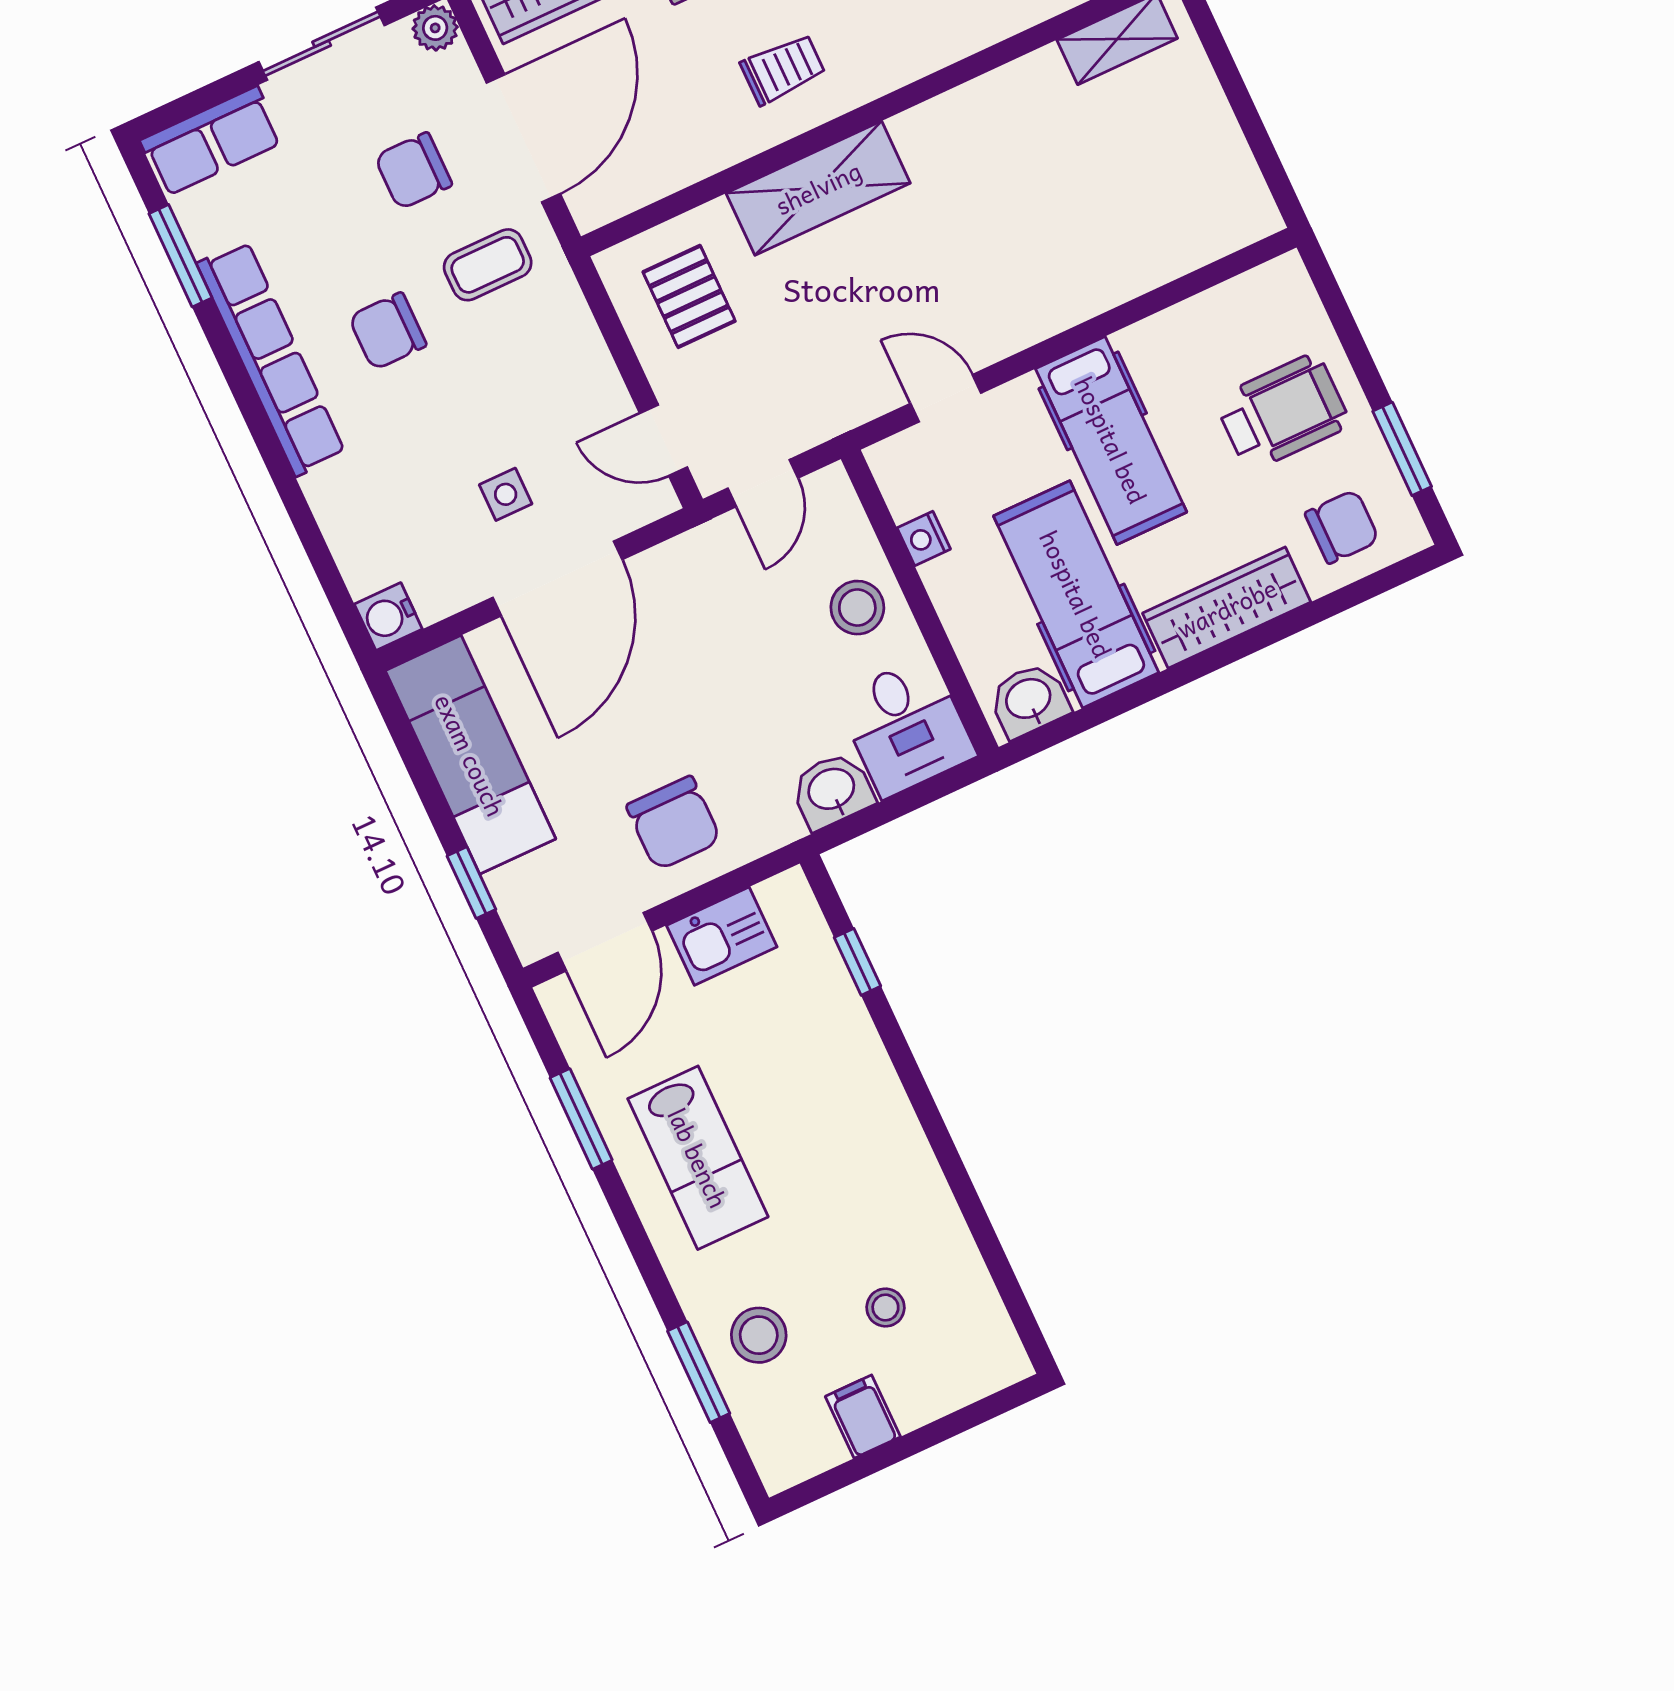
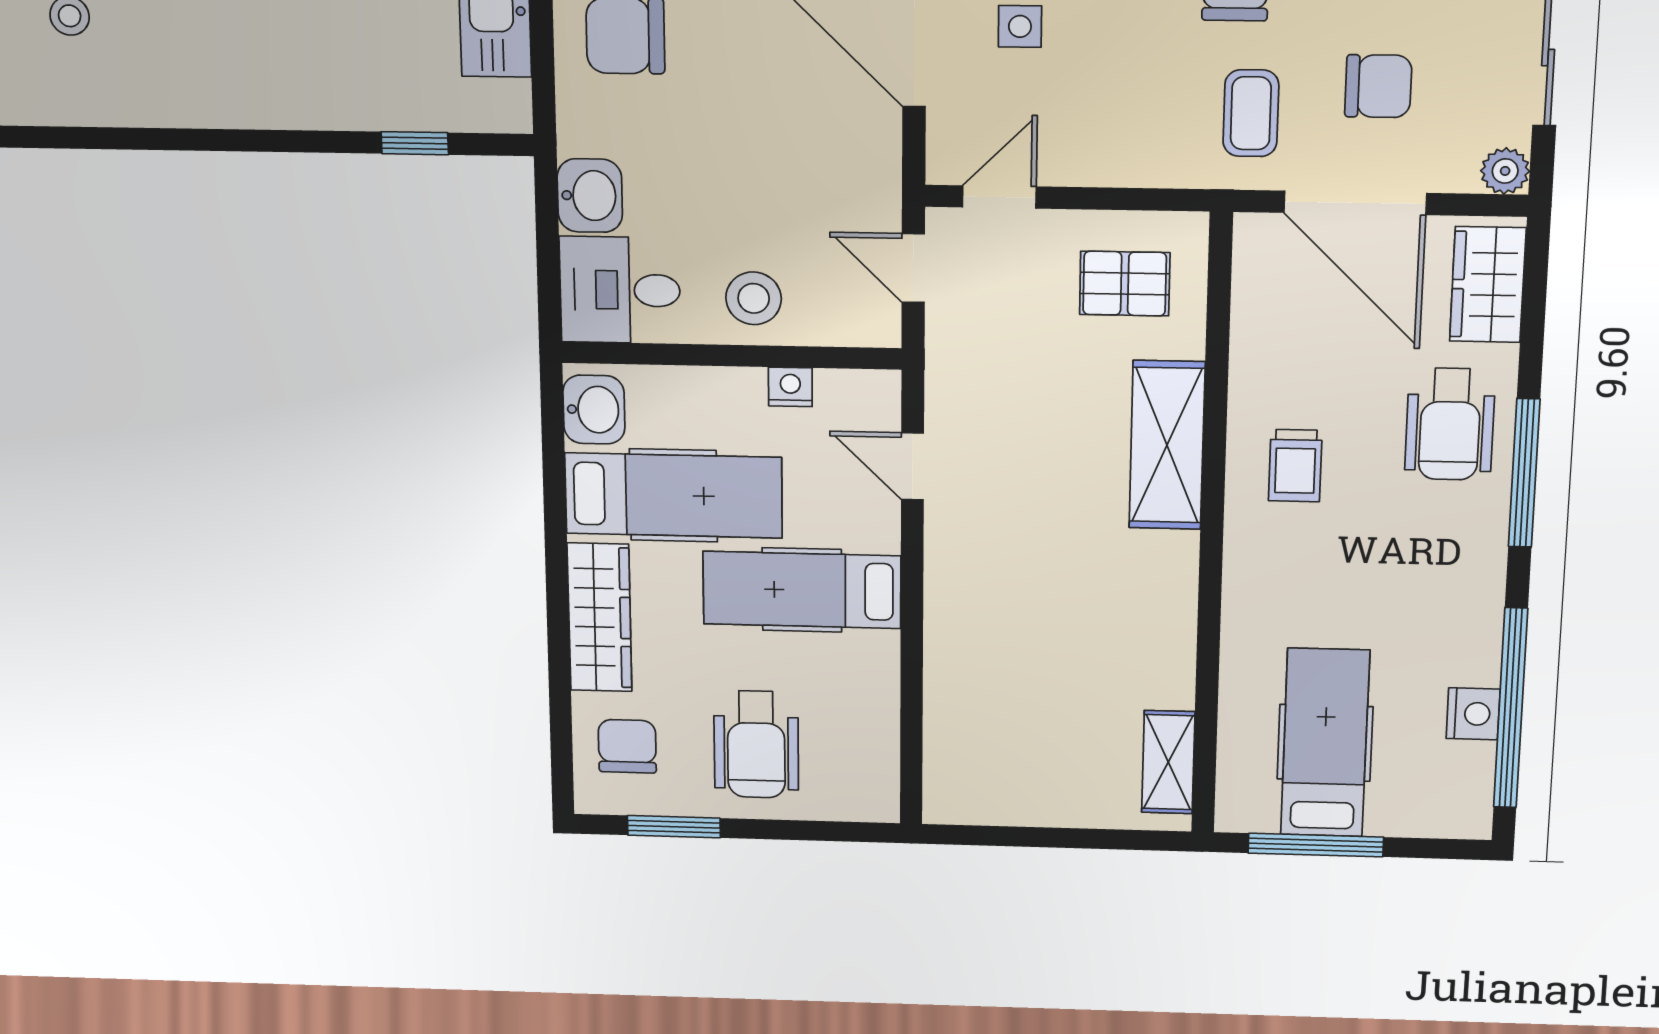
chair: (413, 171) -> (1378, 86), turned 90
door: (946, 398) -> (913, 466), swing flipped
chair: (1342, 527) -> (627, 746), turned 180

